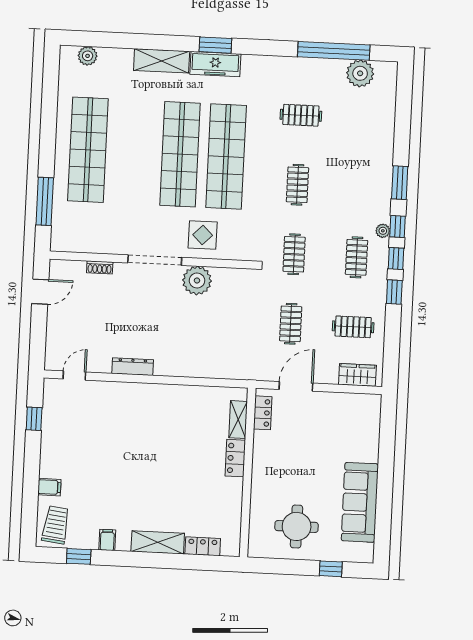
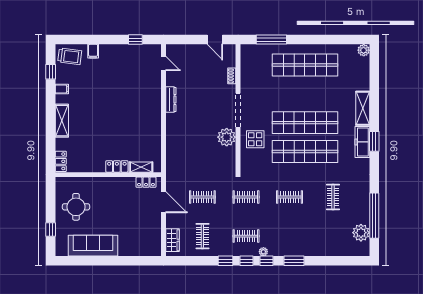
plant: (88, 56) -> (364, 50), moved
locker: (203, 546) -> (61, 161), moved

